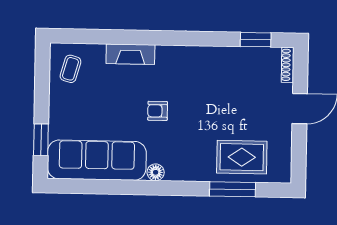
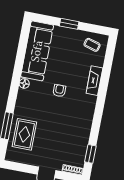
window: (41, 140) -> (69, 24), moved

